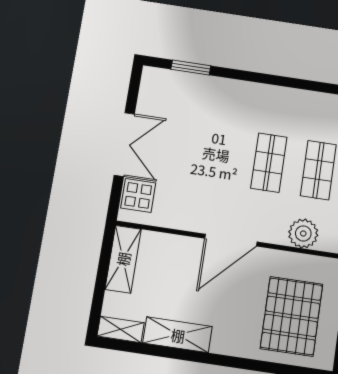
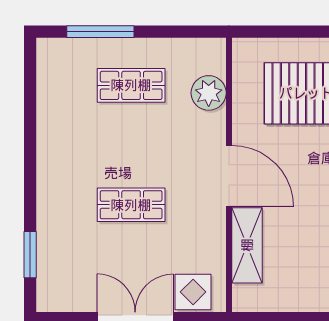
shop shelf: (269, 163) -> (131, 205), moved
shelving: (123, 259) -> (247, 245), moved, turned 90

